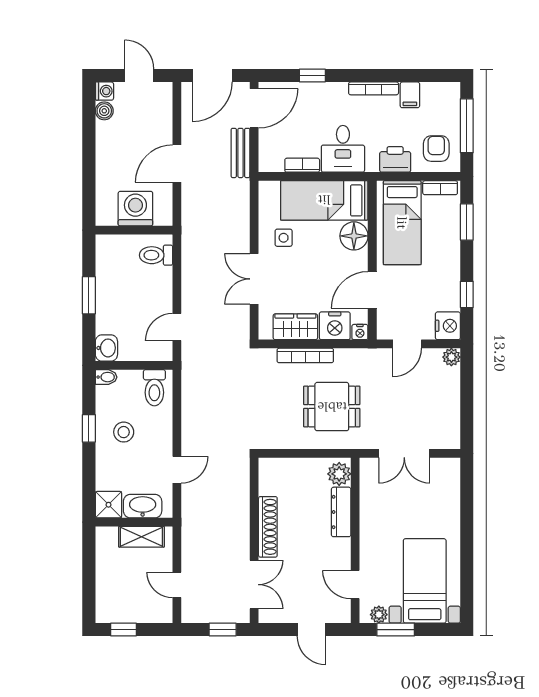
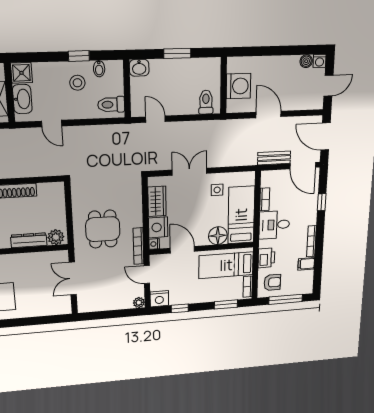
bookcase: (305, 355) -> (138, 246), moved
bidet: (106, 377) -> (99, 69), moved

